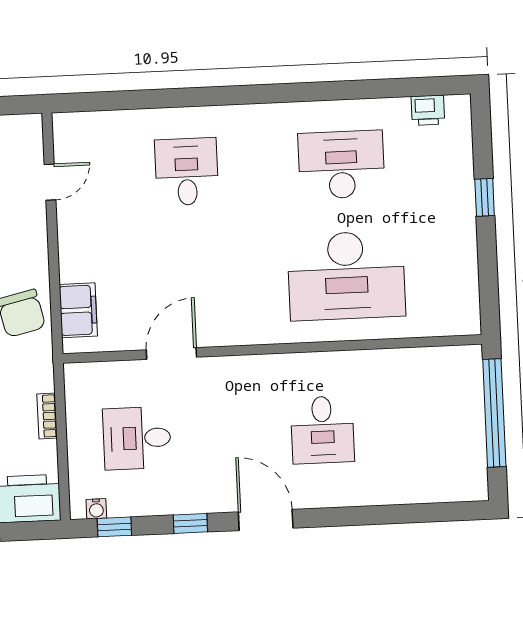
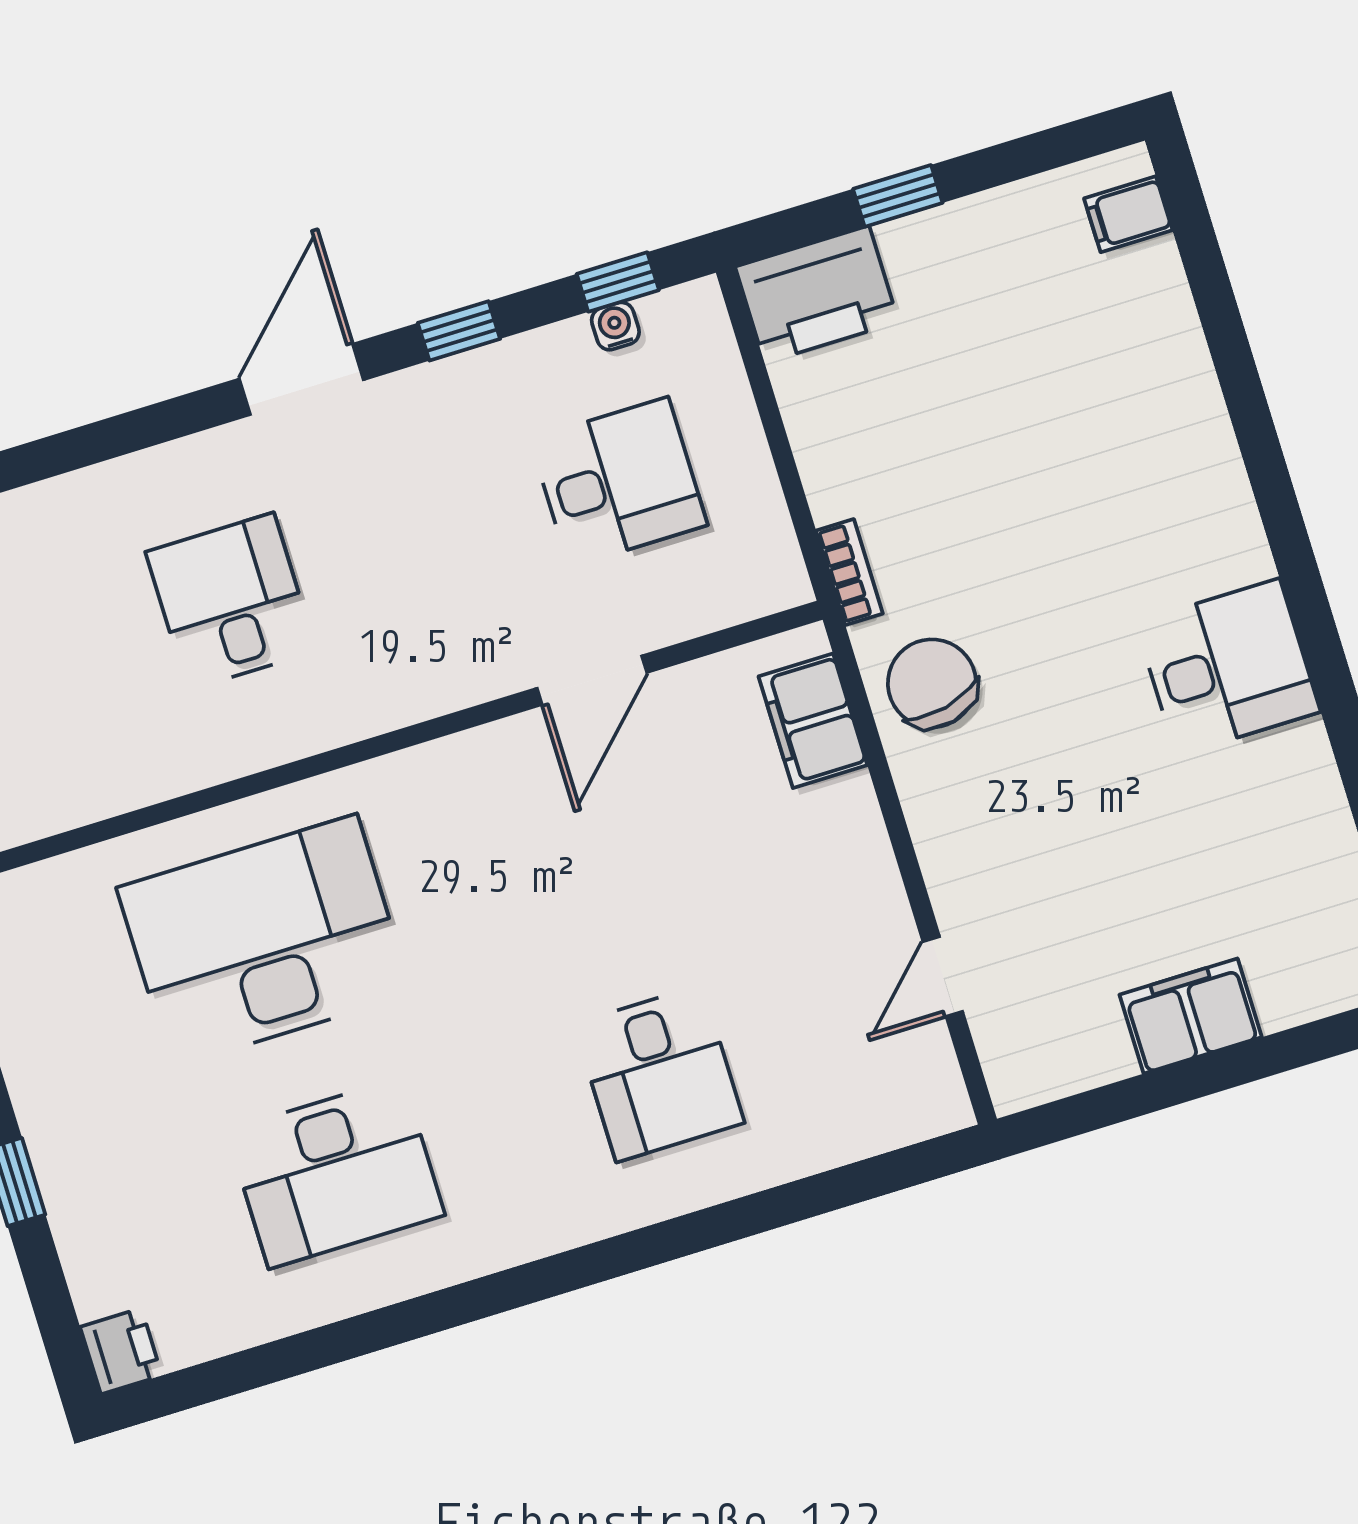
printer: (428, 110) -> (121, 1351), moved, turned 90
bookcase: (47, 416) -> (849, 572), moved
water cooler: (96, 509) -> (615, 326), moved
door: (266, 520) -> (301, 379), swing flipped

